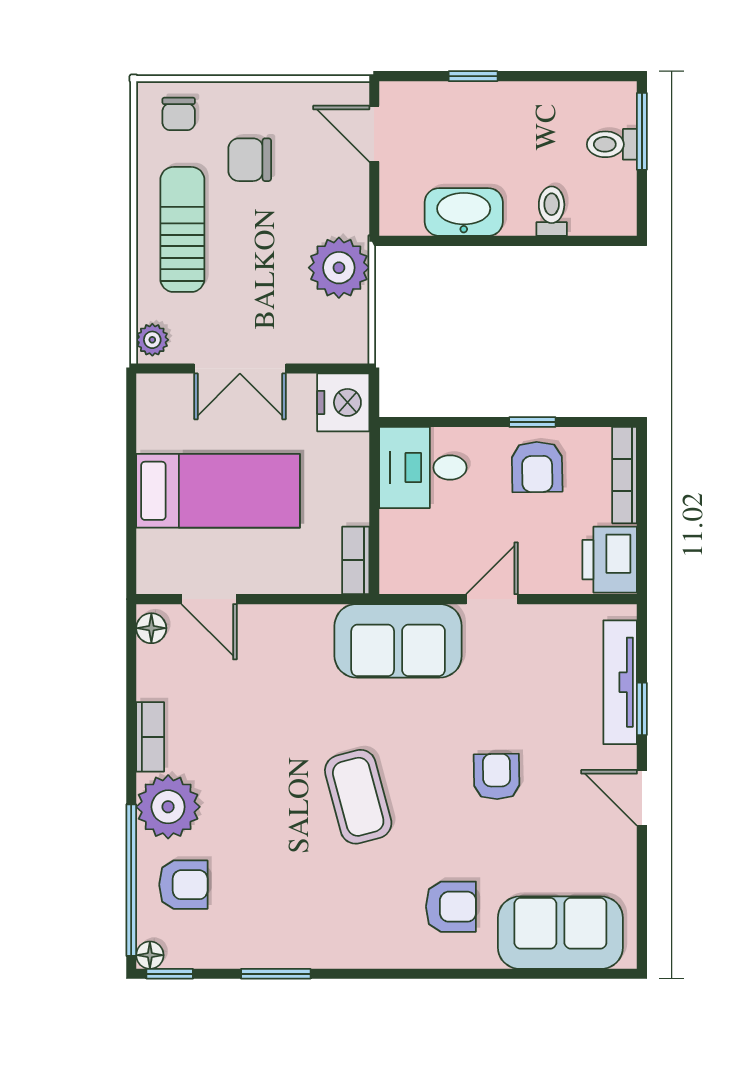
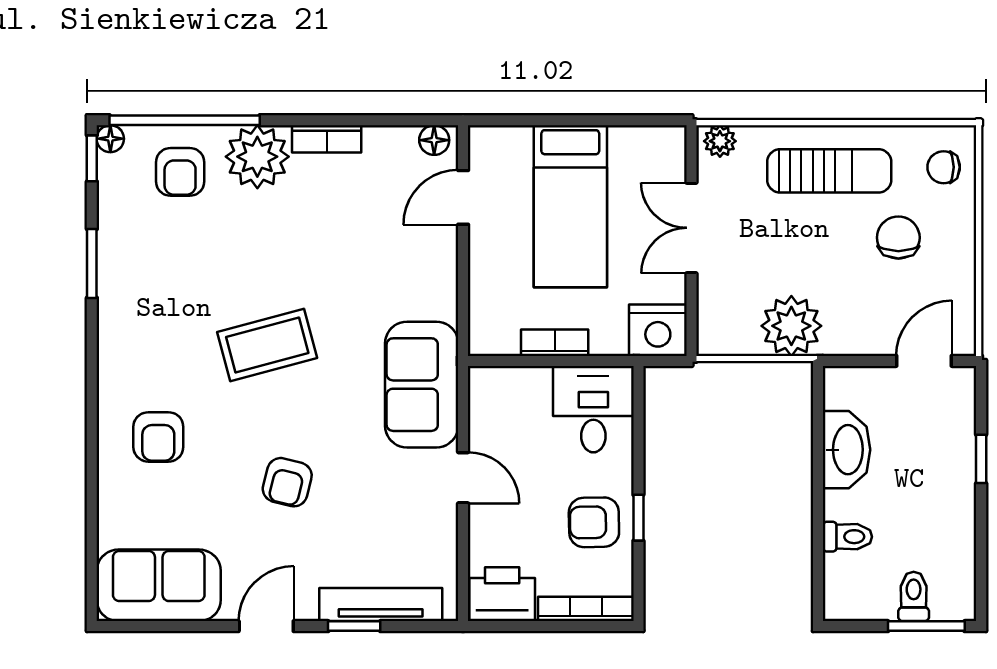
bookcase: (356, 560) -> (555, 343), moved
armchair: (497, 777) -> (287, 482), turned 105
sofa: (560, 933) -> (159, 585), moved, turned -90

